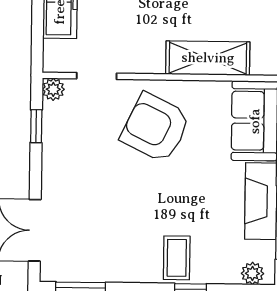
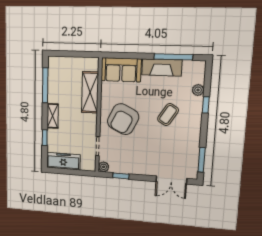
coffee table: (177, 258) -> (168, 115), moved, turned -58
plant: (252, 273) -> (198, 90), moved

